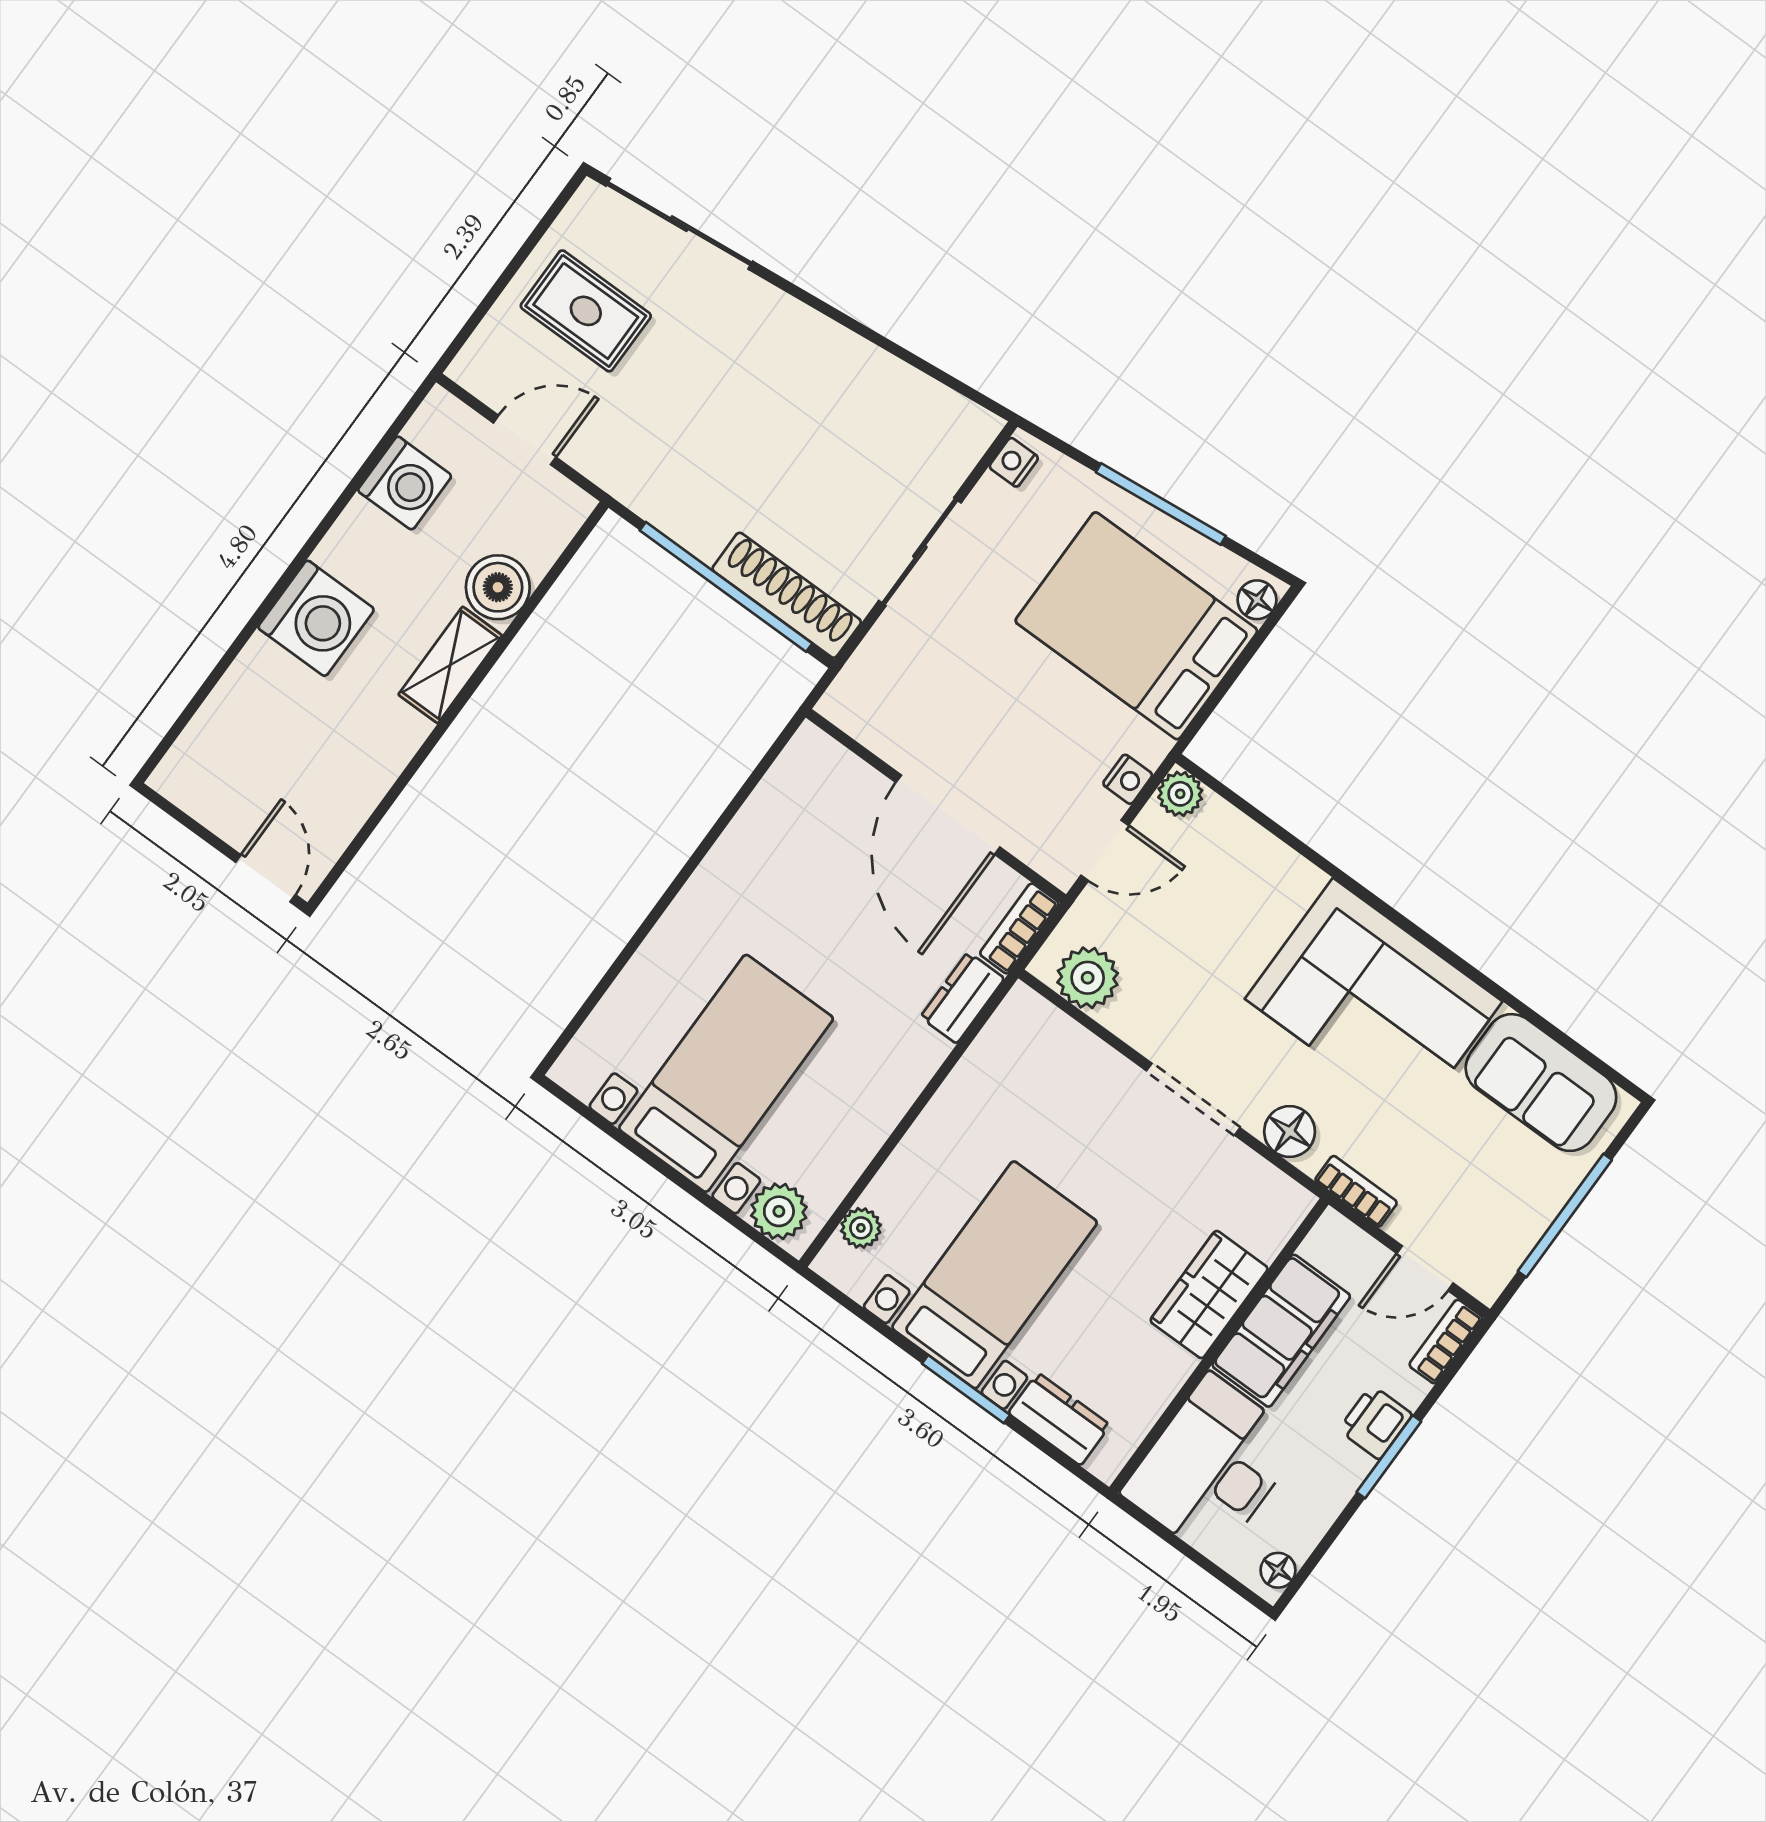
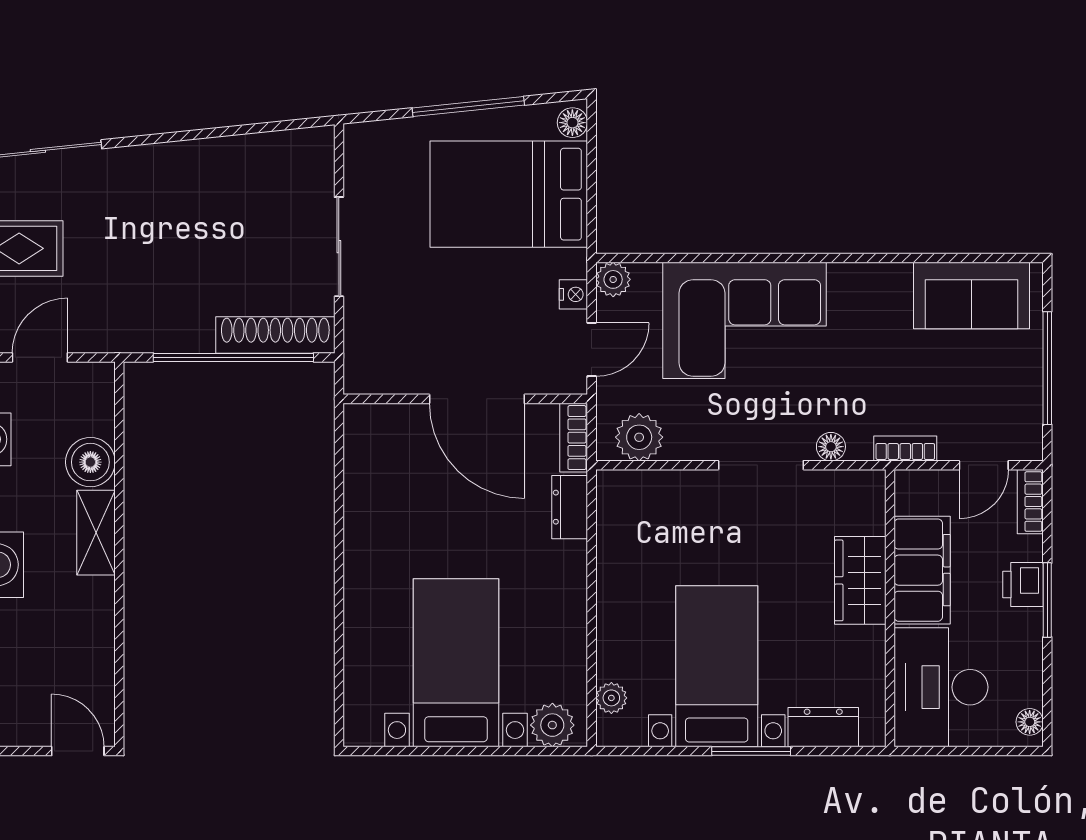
nightstand: (1014, 462) -> (357, 148), removed
corner sofa: (1374, 1000) -> (744, 320), moved
floor lamp: (1290, 1132) -> (831, 447), width x0.73, depth x0.73

